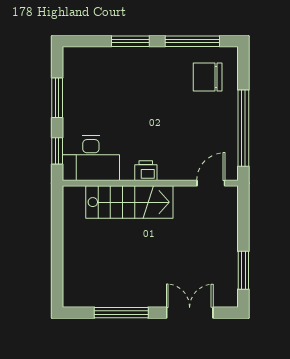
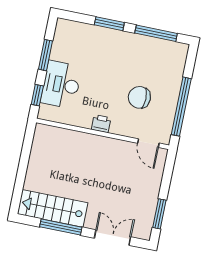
chair: (208, 77) -> (139, 97), moved
desk: (91, 158) -> (61, 85), moved, turned 90
door: (211, 183) -> (148, 143), swing flipped
stairs: (129, 202) -> (53, 208), moved, turned 180

